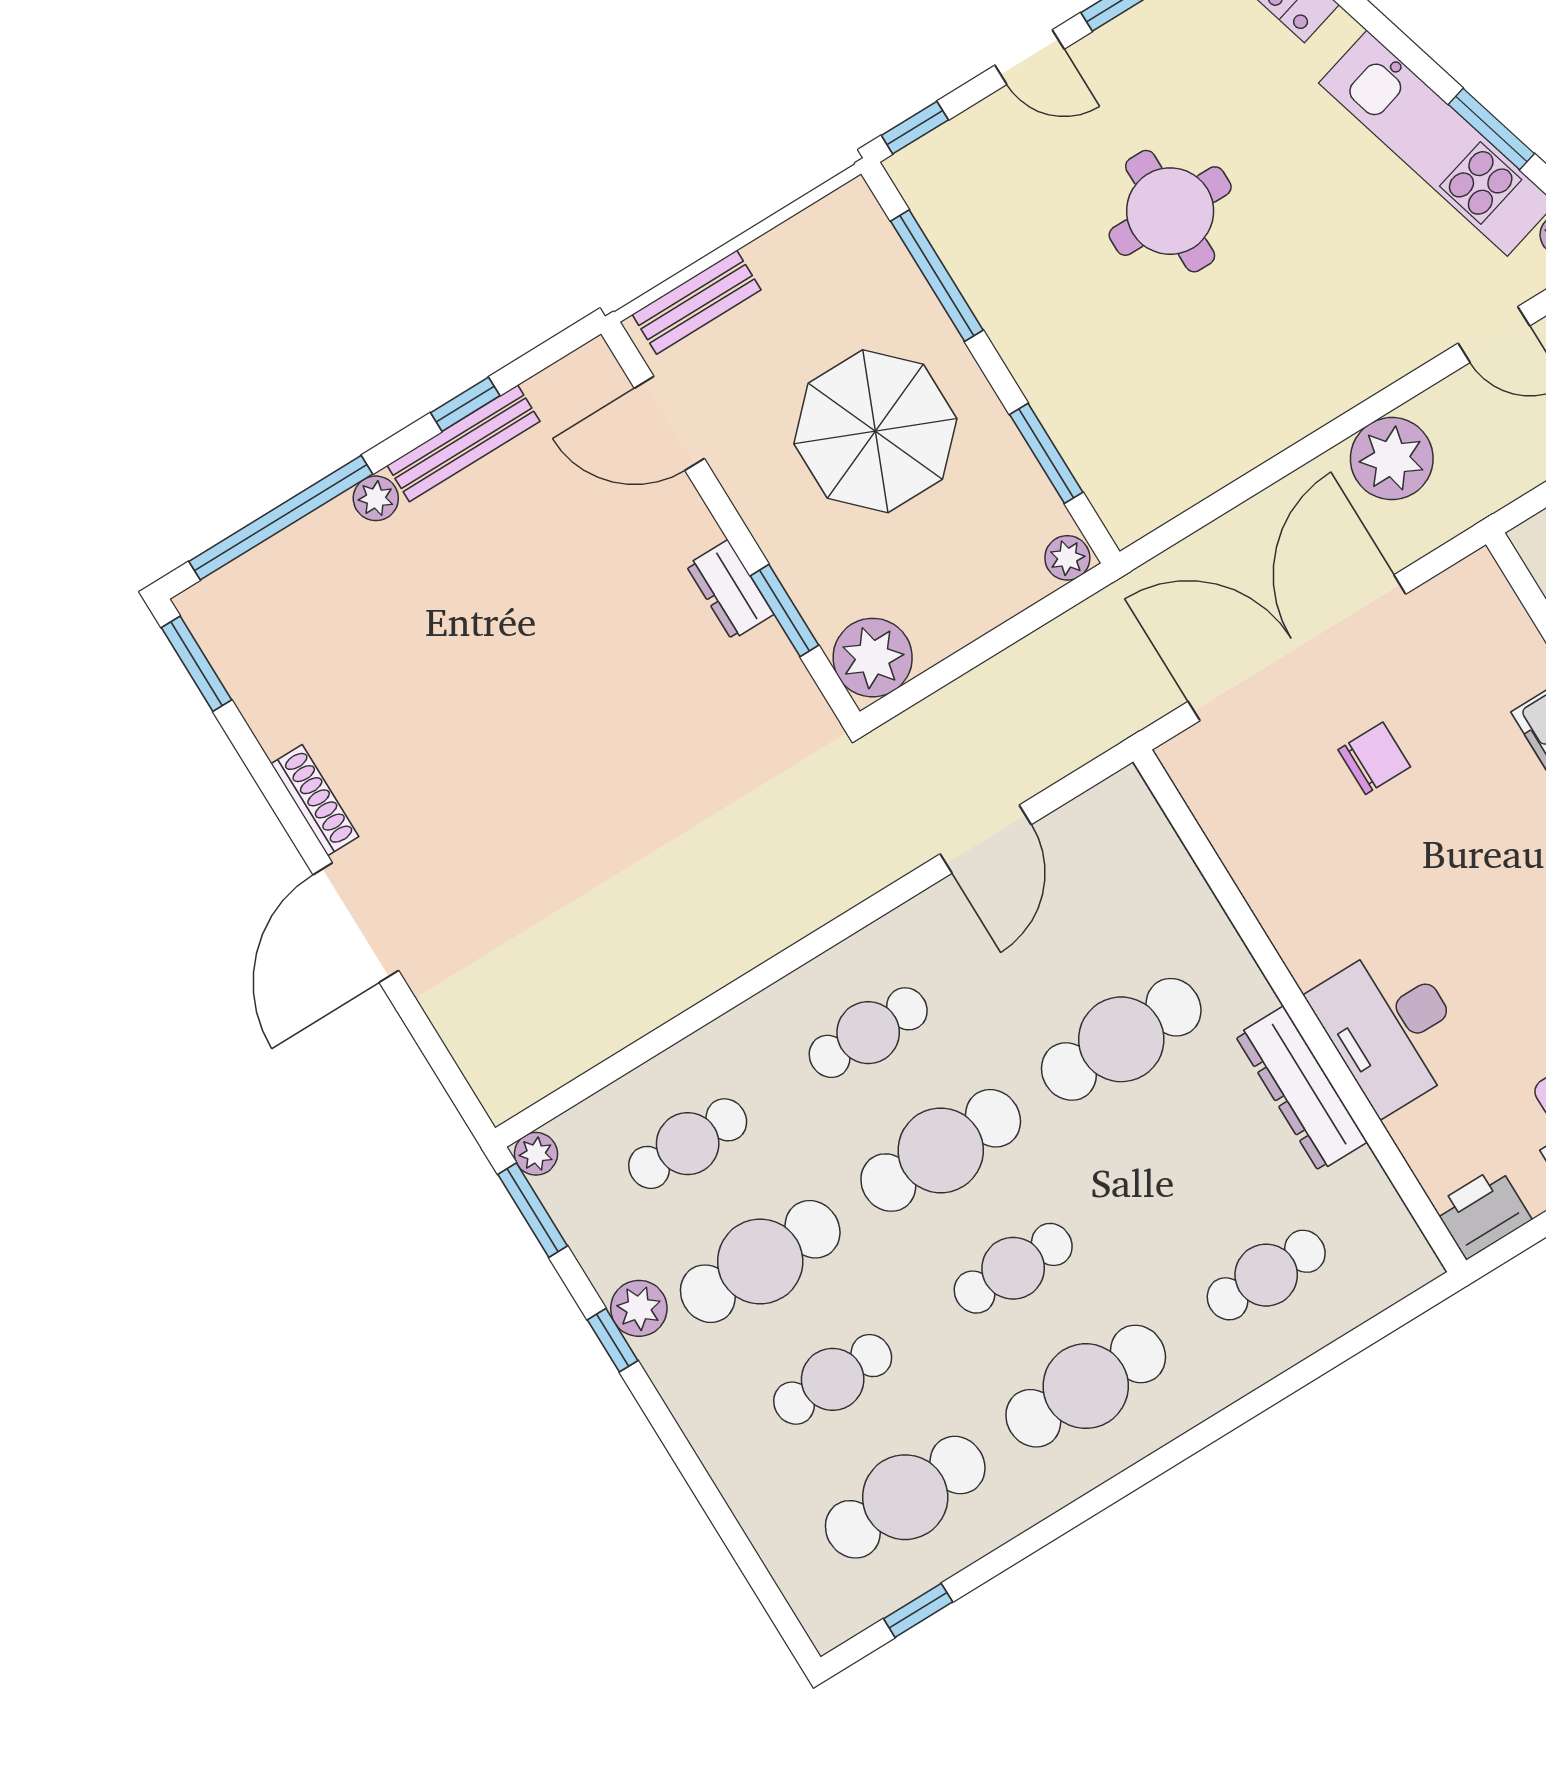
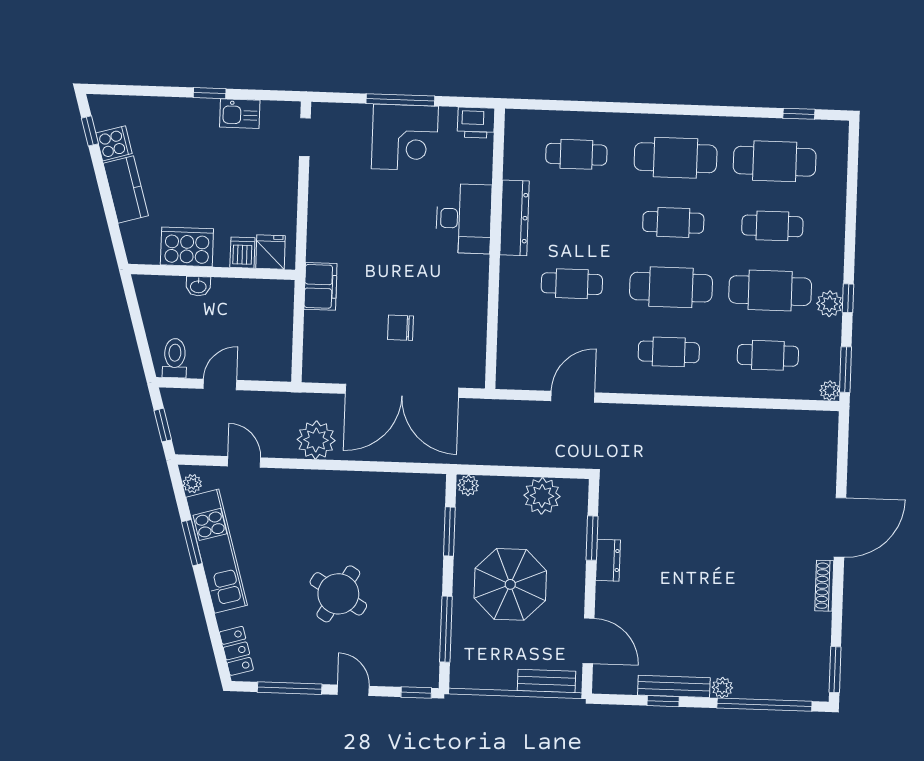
round table: (1170, 211) -> (338, 594), turned 31
plant: (873, 658) -> (542, 496), moved
cafe table: (1121, 1039) -> (572, 284), width x0.73, depth x0.74

